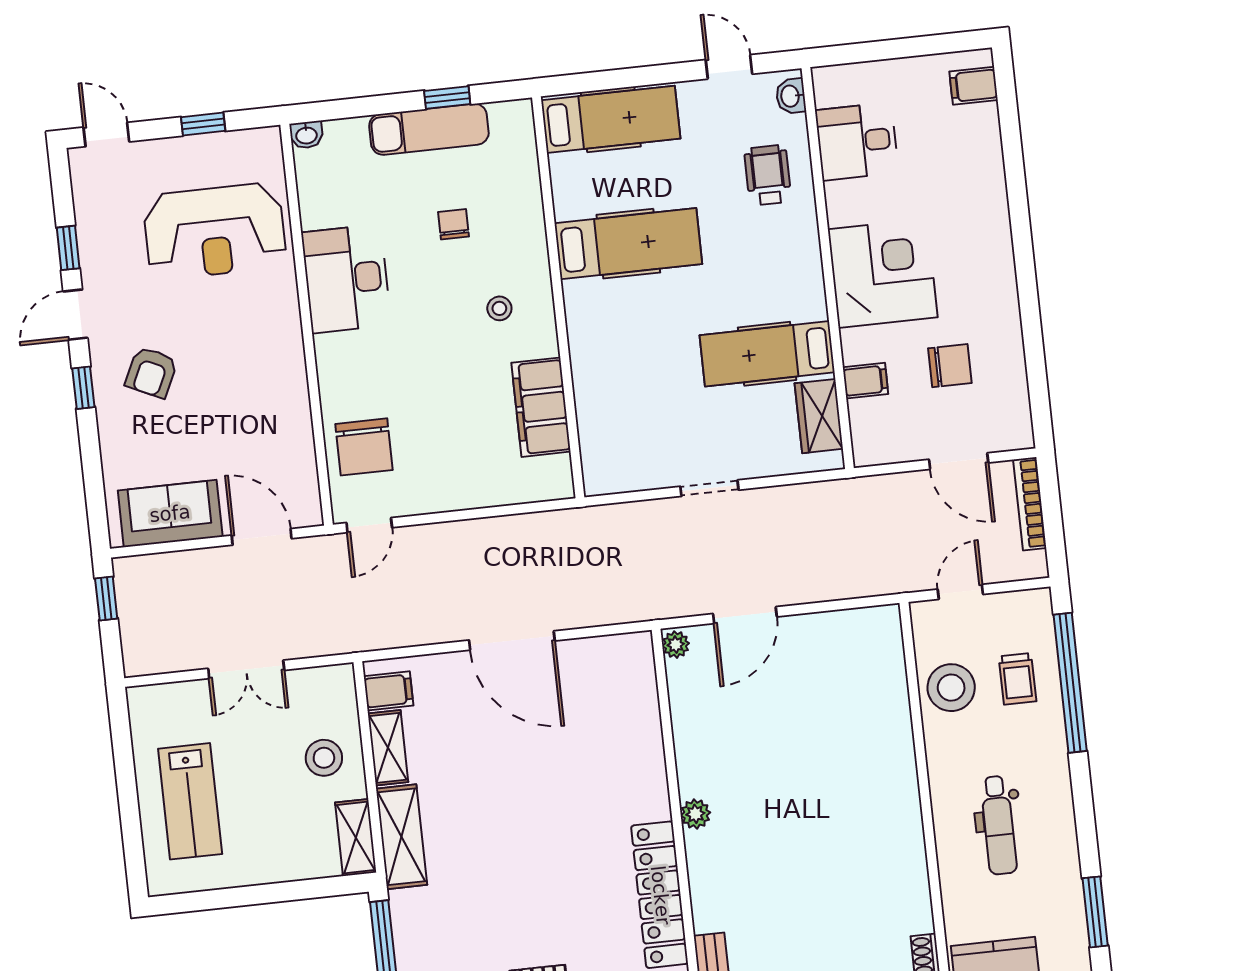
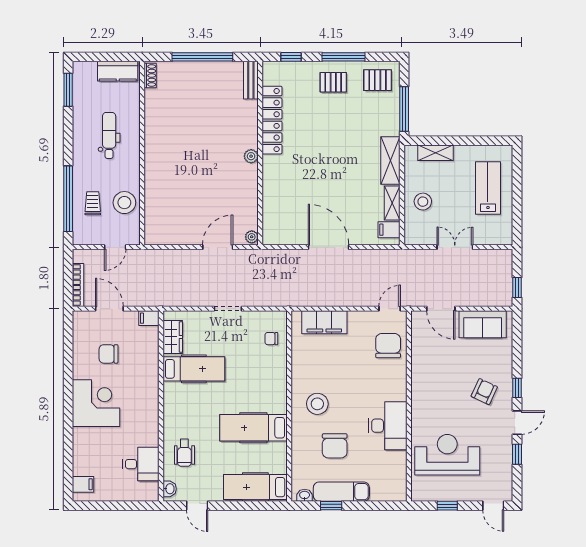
washbasin: (306, 135) -> (305, 495), moved
chair: (453, 224) -> (335, 446), width x1.87, depth x1.87
corner desk: (883, 273) -> (96, 403), moved, turned 180
stool: (499, 308) -> (317, 404), width x1.89, depth x1.89
filing cabinet: (866, 381) -> (149, 318), moved
filing cabinet: (541, 407) -> (324, 322), moved, turned 90
chair: (611, 435) -> (271, 339), added
shelving: (356, 838) -> (435, 153), moved, turned 90

